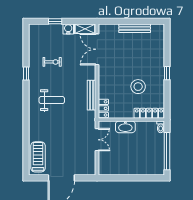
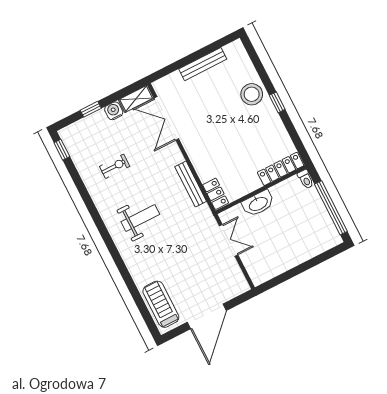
window: (26, 73) -> (62, 150), moved
stool: (138, 87) -> (252, 94), moved

